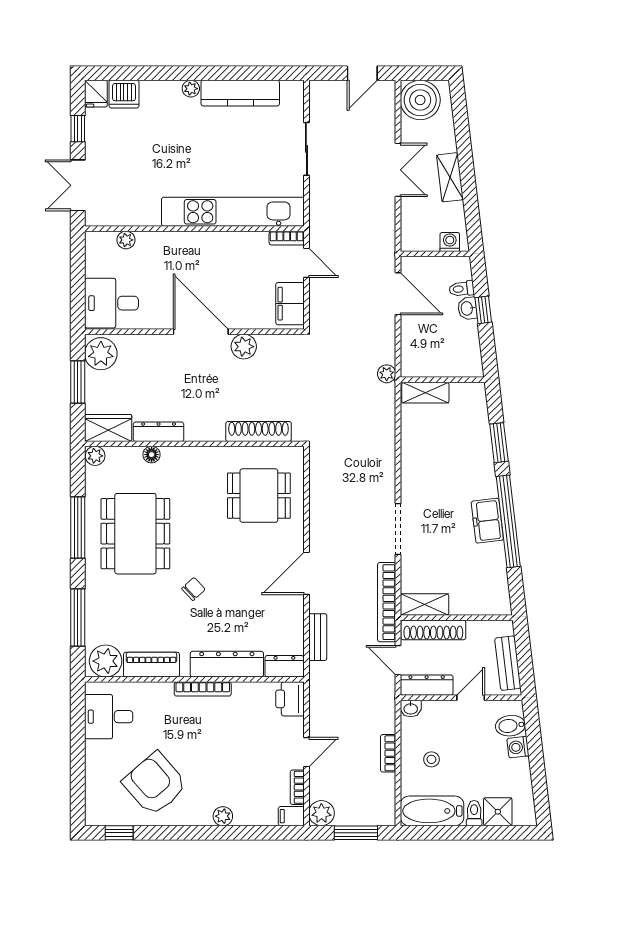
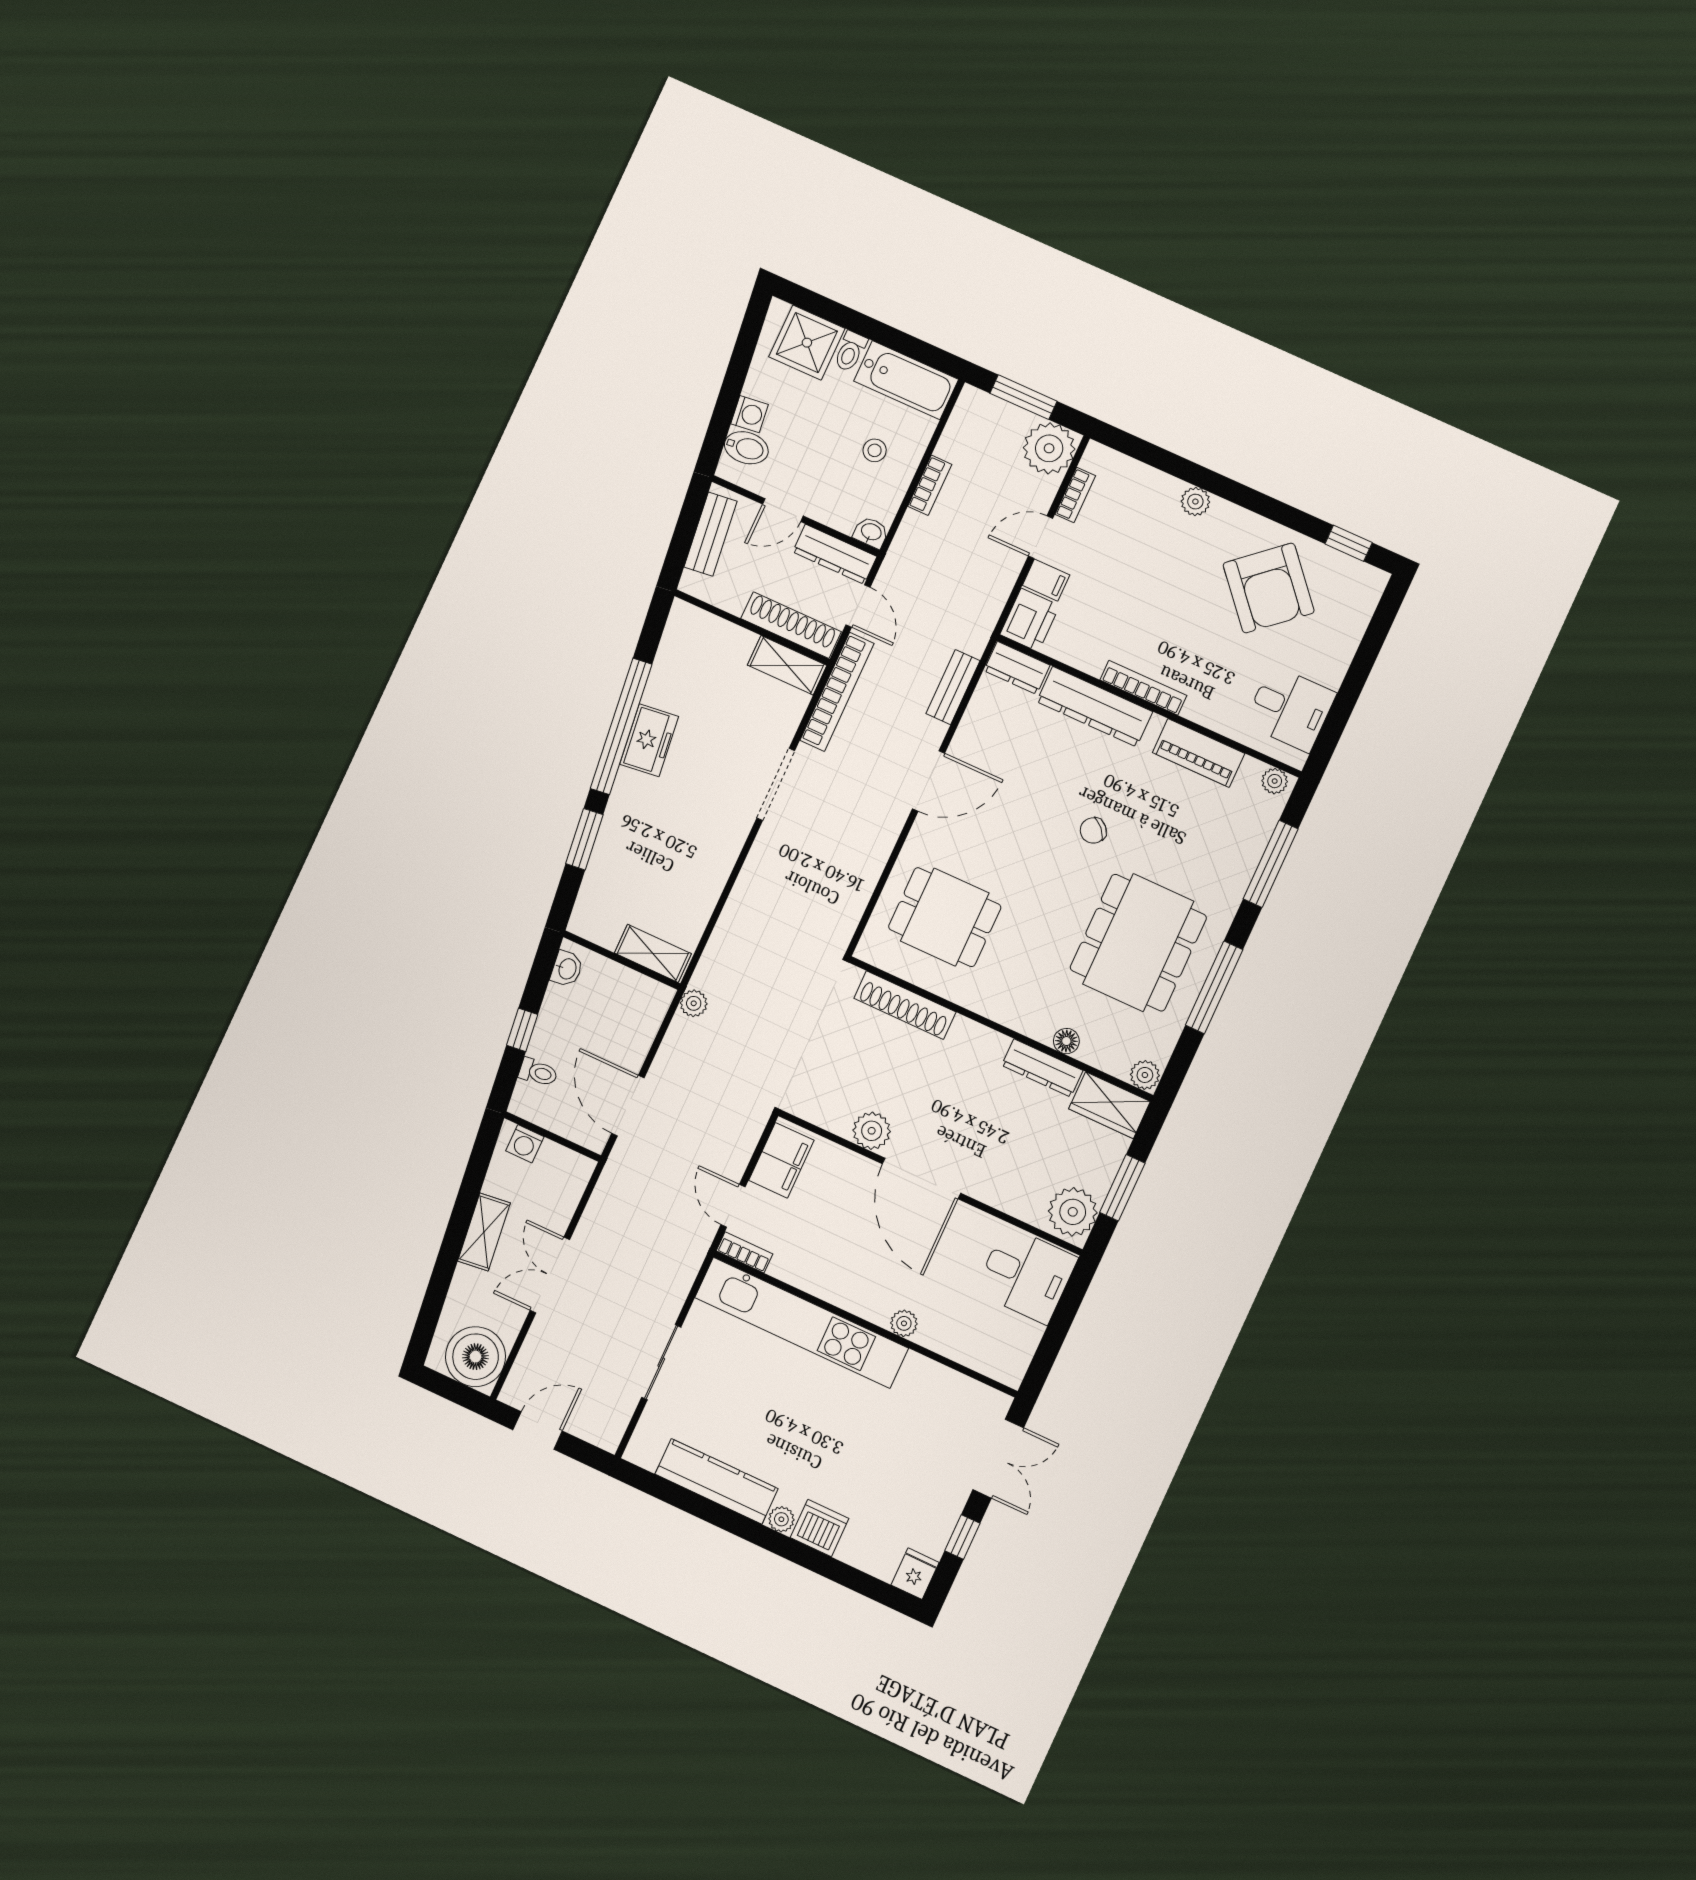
dishwasher: (124, 94) -> (820, 1528), moved
plant: (126, 240) -> (904, 1323), moved
washbasin: (467, 308) -> (567, 969), moved
plant: (106, 661) -> (1275, 781), width x0.53, depth x0.53
shower: (498, 812) -> (807, 343), width x1.36, depth x1.36
plant: (321, 813) -> (1049, 448), width x1.36, depth x1.36
filing cabinet: (291, 816) -> (1046, 580), moved

